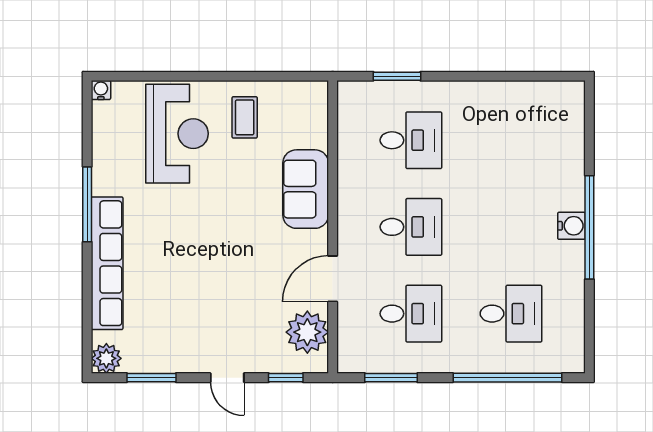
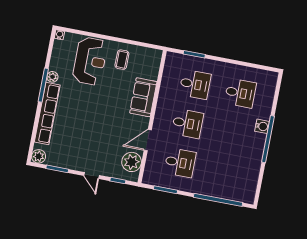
plant: (103, 183) -> (52, 77), added
water cooler: (571, 226) -> (262, 126), moved
desk: (511, 314) -> (240, 93), moved

